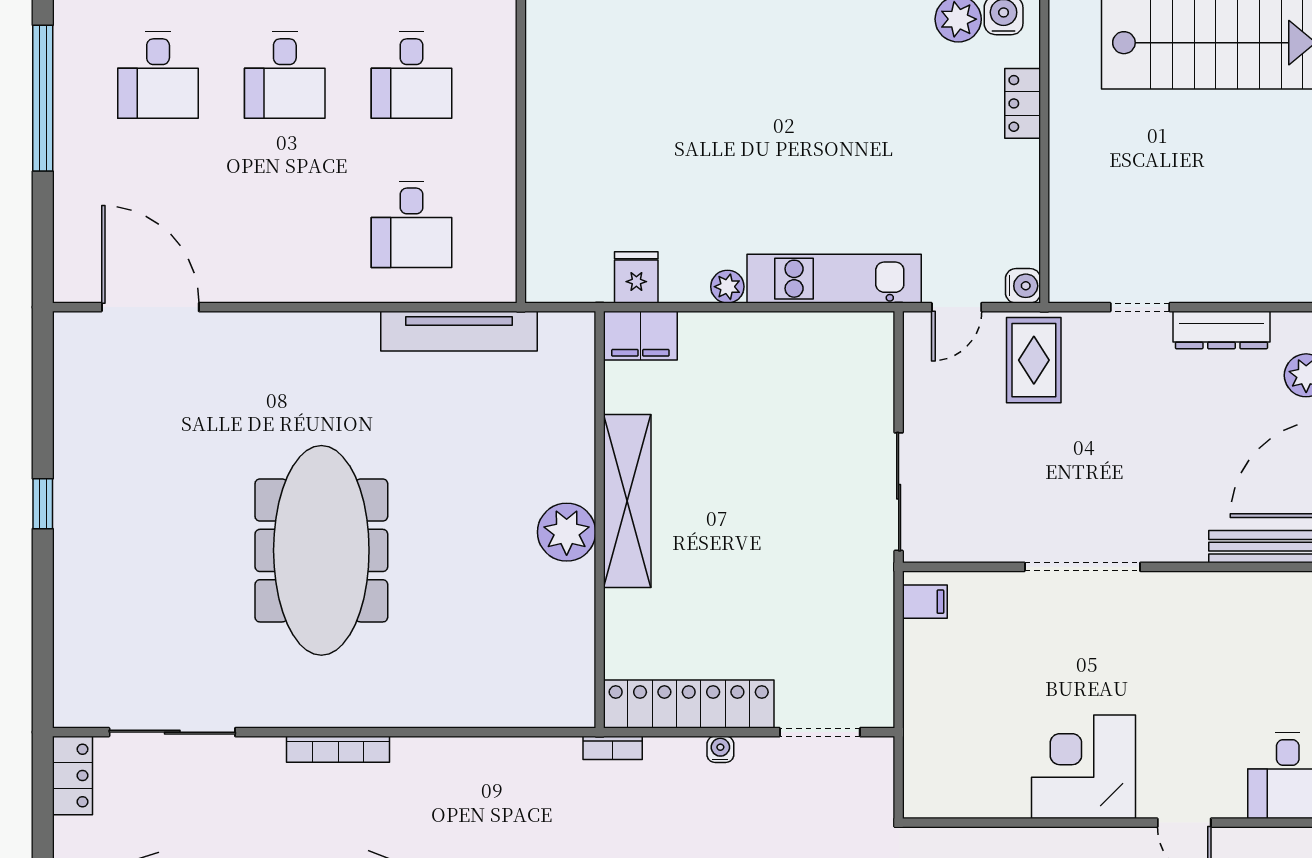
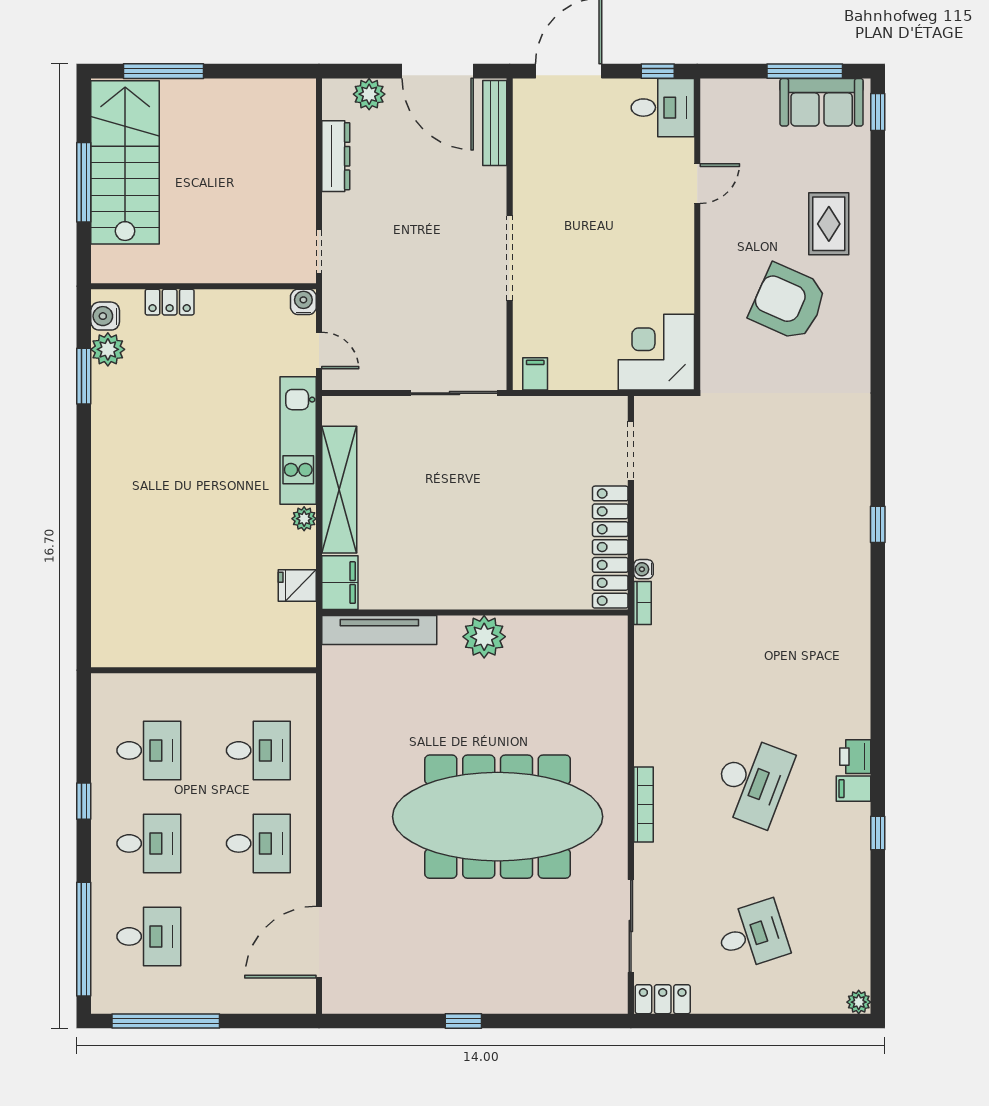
desk: (285, 224) -> (258, 843), added
doorway: (1140, 307) -> (319, 252), moved
tv unit: (459, 331) -> (379, 630), moved, turned 90
rug: (1034, 360) -> (358, 294), removed
shelving: (627, 501) -> (339, 490), moved, turned 90
meeting table: (321, 550) -> (498, 817), width x1.36, depth x1.27
water cooler: (720, 749) -> (643, 569), moved
corner desk: (1084, 767) -> (656, 352), moved, turned 90

